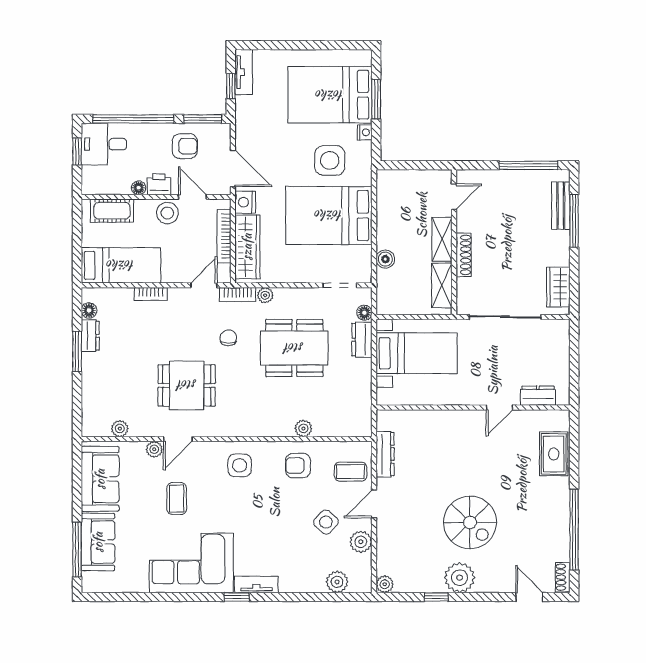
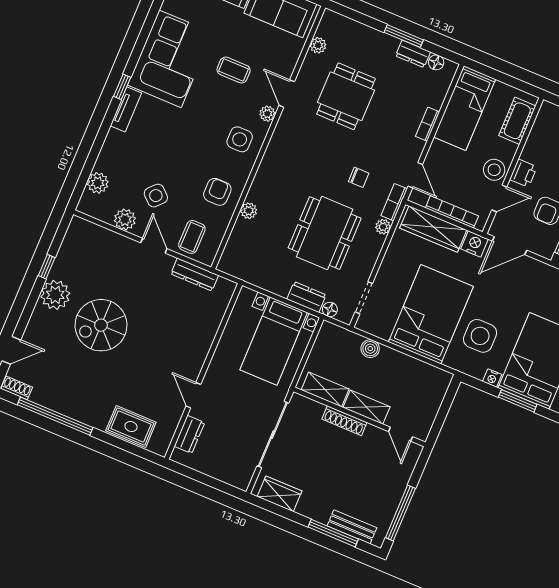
floor lamp: (139, 188) -> (528, 153), removed
dining table: (187, 385) -> (346, 96), moved
plant: (154, 449) -> (267, 114), moved
plant: (385, 584) -> (78, 225), removed

